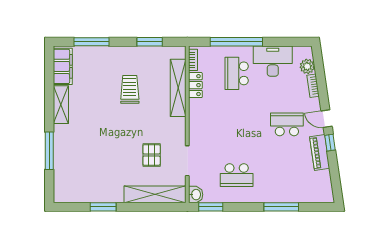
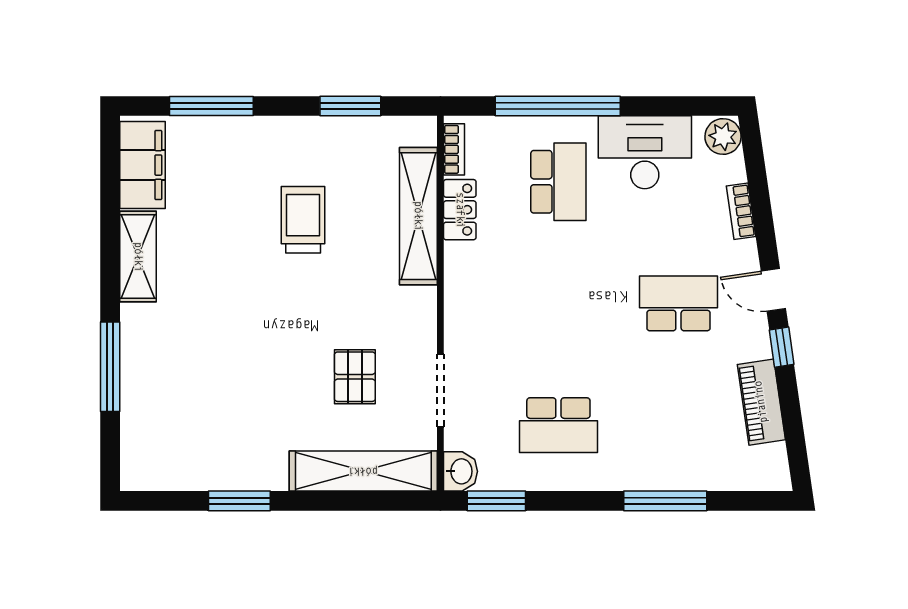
plant: (307, 66) -> (723, 136), moved
school desk: (237, 73) -> (558, 182), turned 180
piano: (320, 153) -> (761, 402), moved

